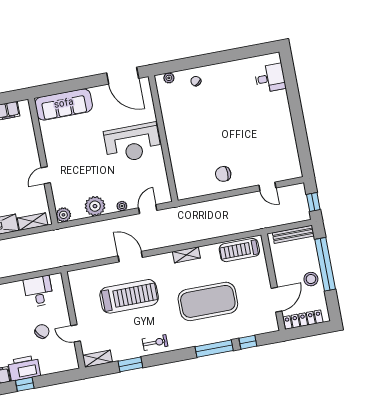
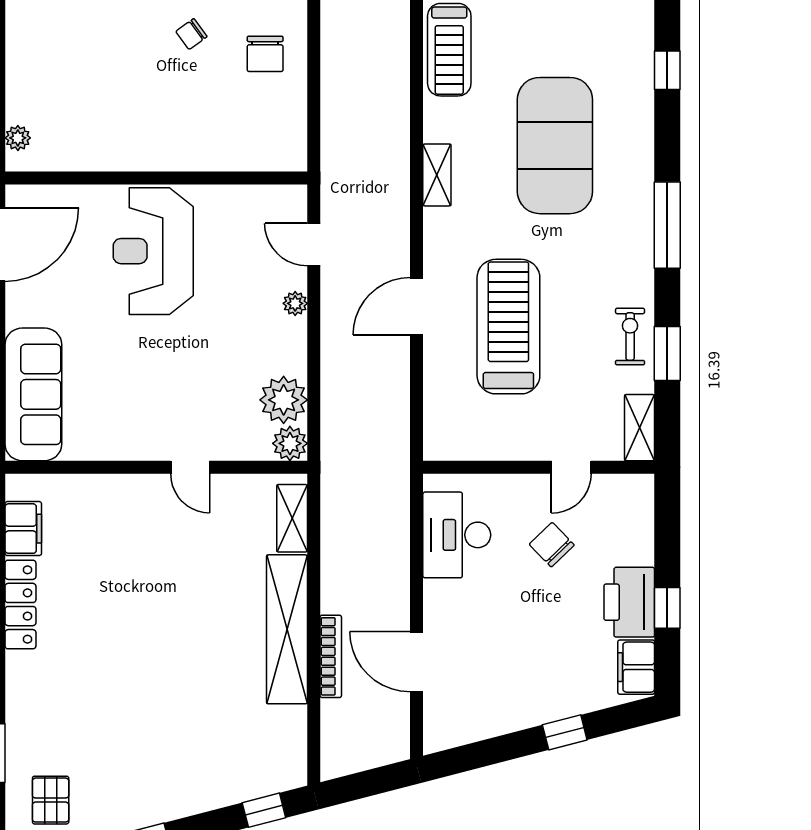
chair: (196, 81) -> (191, 34), moved
reception desk: (133, 143) -> (153, 251), turned 180
plant: (95, 206) -> (284, 400), moved
desk: (39, 291) -> (457, 535), width x1.37
exercise bike: (155, 343) -> (630, 336), moved
window: (214, 349) -> (667, 225), moved

